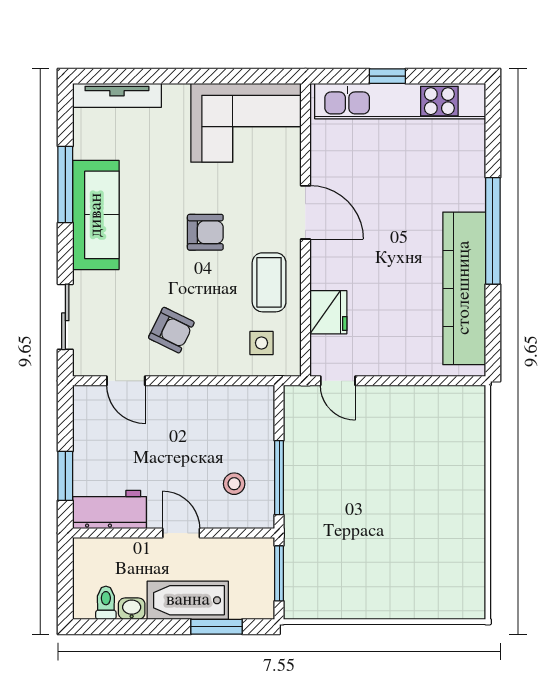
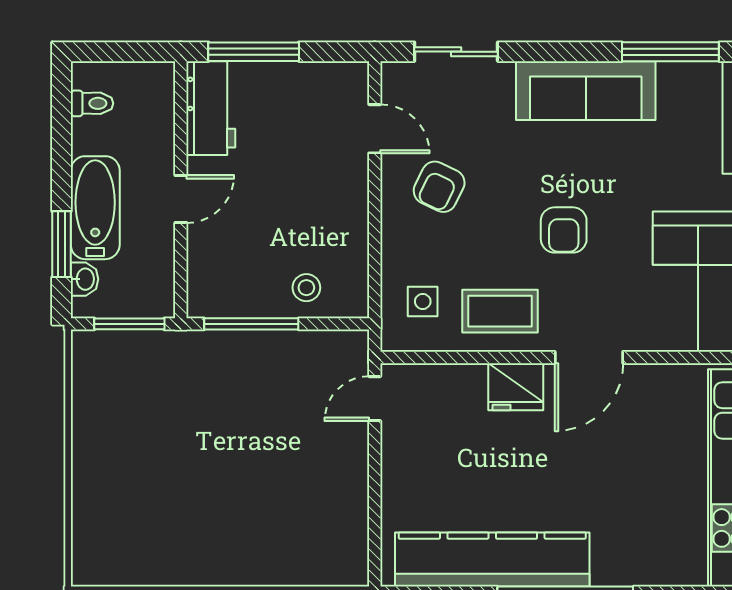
window: (65, 184) -> (670, 52), moved
fridge: (328, 312) -> (516, 387), moved
door: (126, 381) -> (375, 129), swing flipped
window: (65, 476) -> (254, 52), width x1.44
stool: (234, 484) -> (306, 288), moved
washbasin: (132, 609) -> (84, 279), moved

